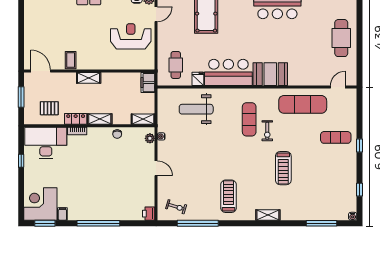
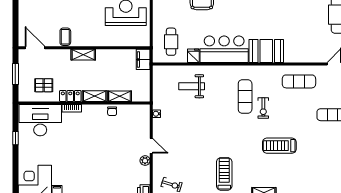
exercise mat: (303, 104) -> (299, 81), width x0.73, depth x0.69
weight bench: (196, 109) -> (192, 86), width x0.73, depth x0.75
shelving: (143, 119) -> (120, 96), moved
plant: (150, 138) -> (145, 161), moved
treadmill: (283, 168) -> (279, 146), turned 90

